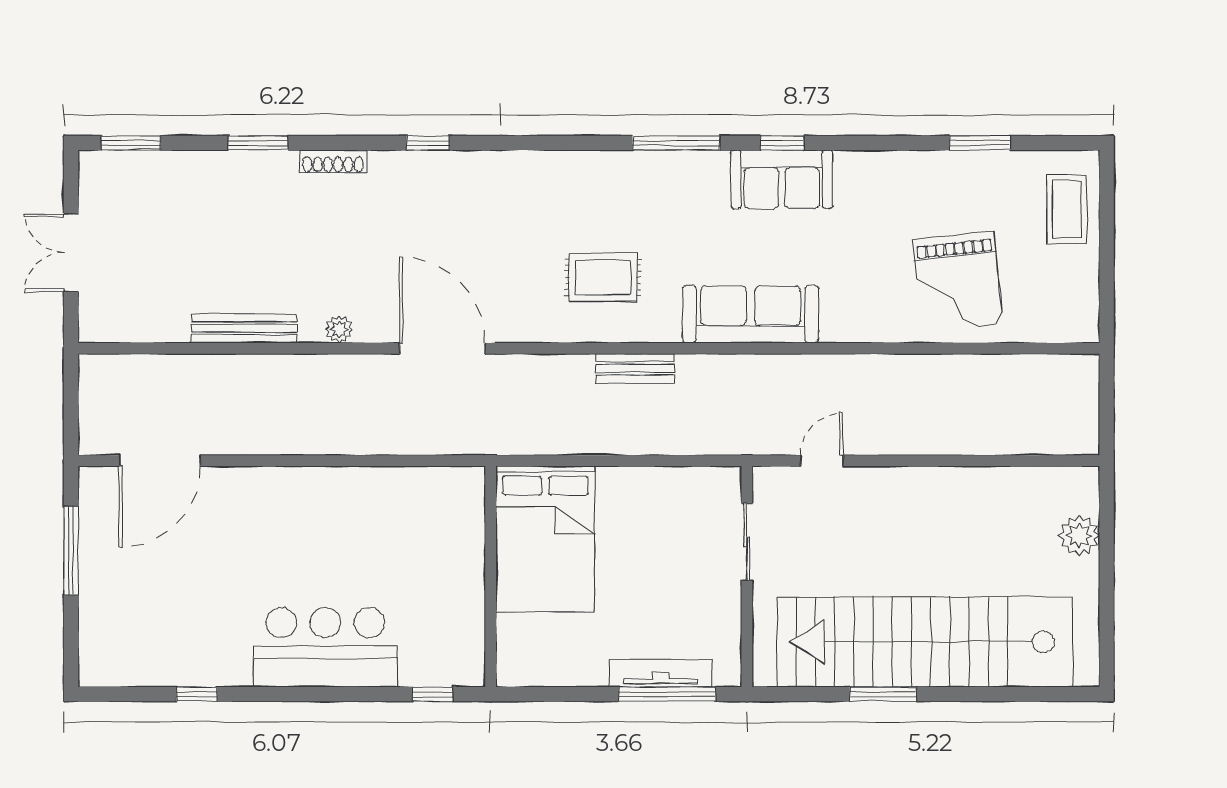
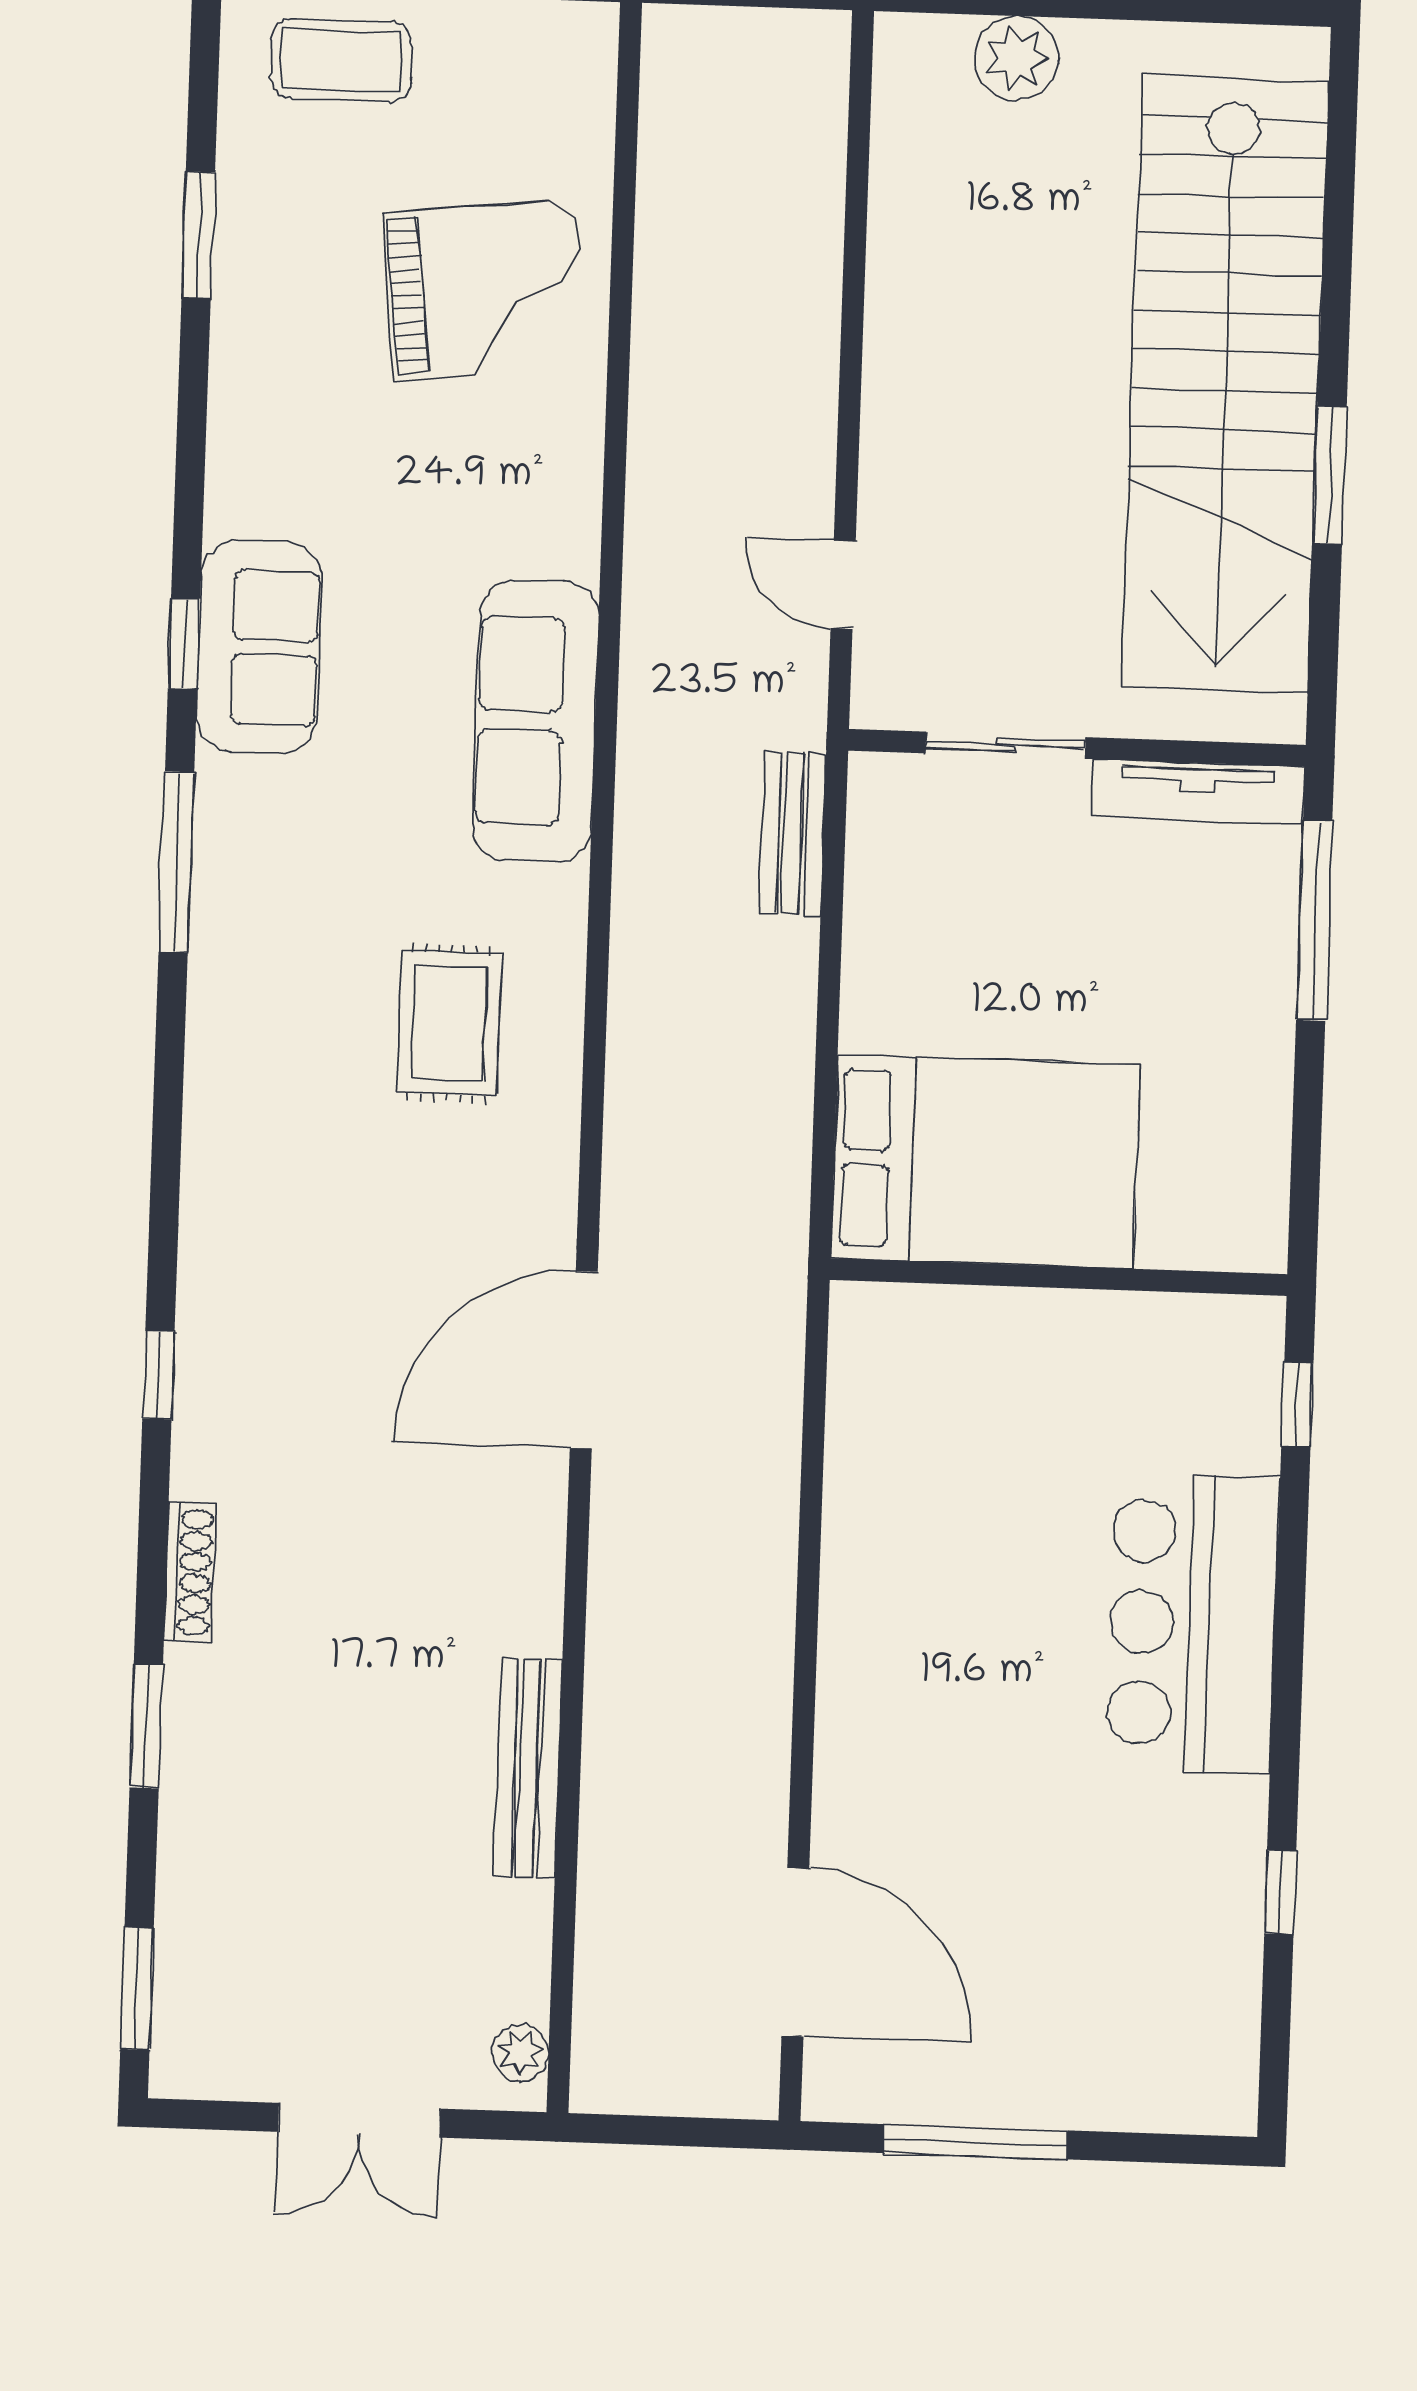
plant: (339, 329) -> (520, 2053), moved
bench: (635, 369) -> (793, 833), moved
tv unit: (661, 673) -> (1198, 792), moved, turned -90

